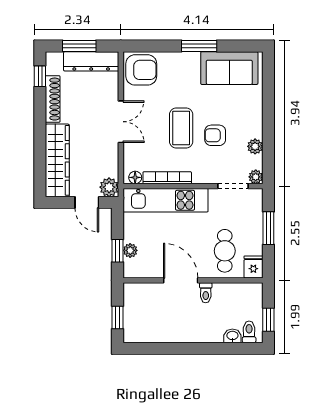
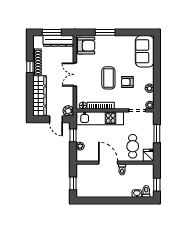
window: (199, 46) -> (105, 32), moved
sofa: (229, 68) -> (145, 51), moved, turned 90
window: (40, 76) -> (30, 67), moved
double door: (121, 122) -> (75, 74), swing flipped
window: (118, 251) -> (73, 135), moved

